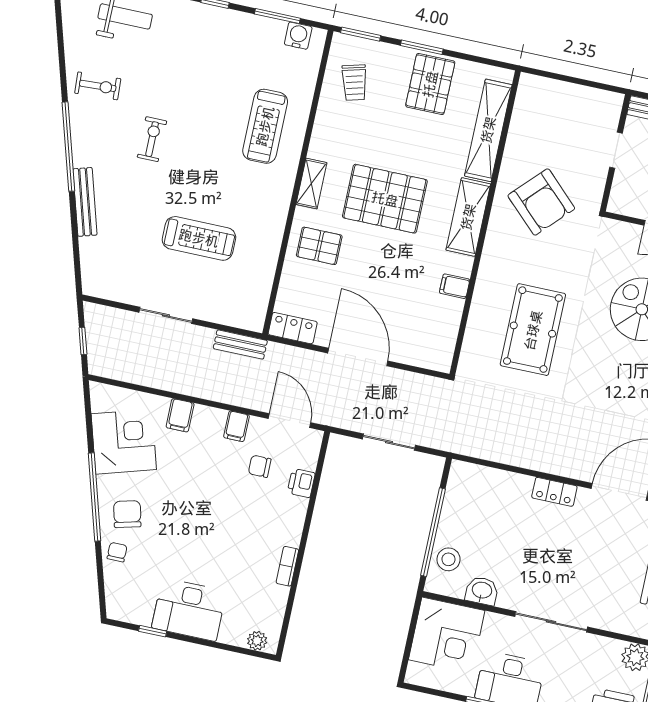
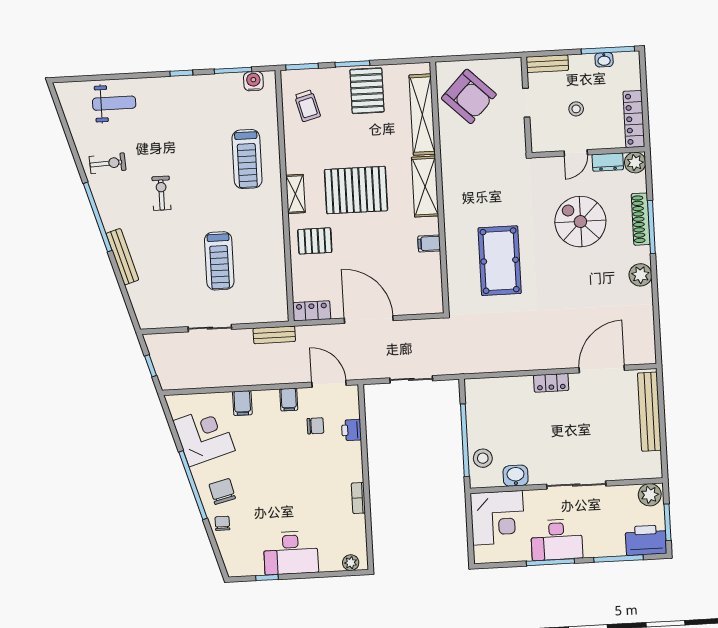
armchair: (541, 202) -> (469, 96), moved
treadmill: (199, 238) -> (219, 261), turned 90
chair: (260, 466) -> (315, 426), turned 180

